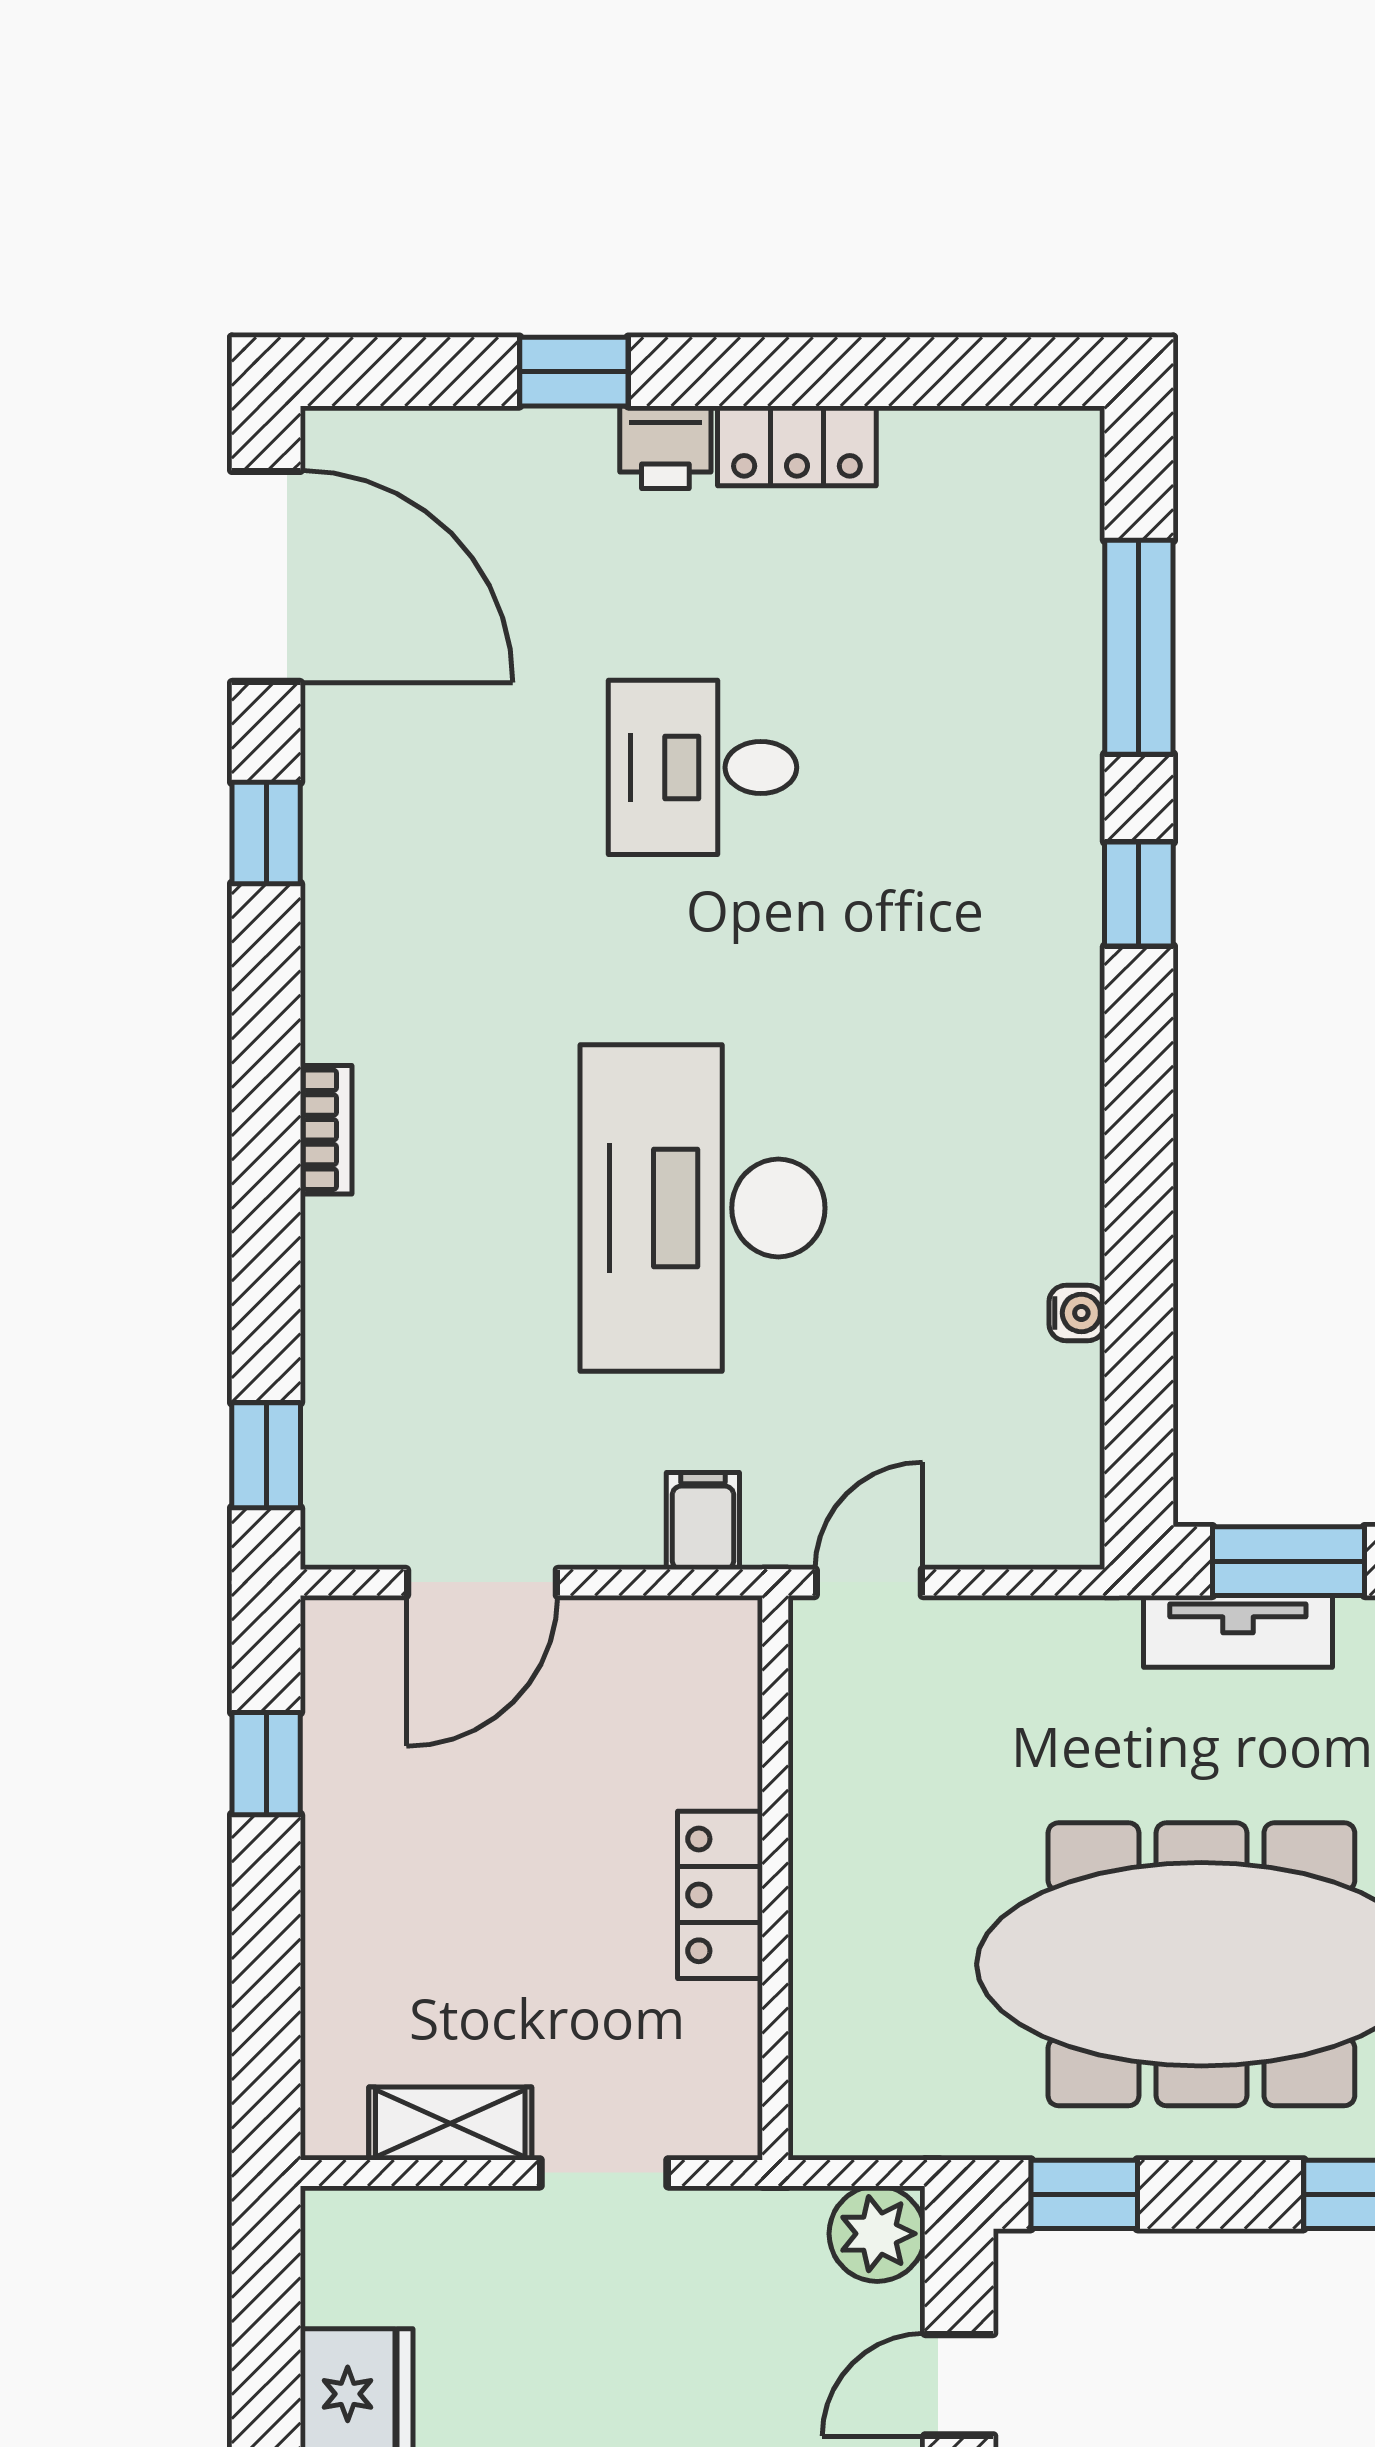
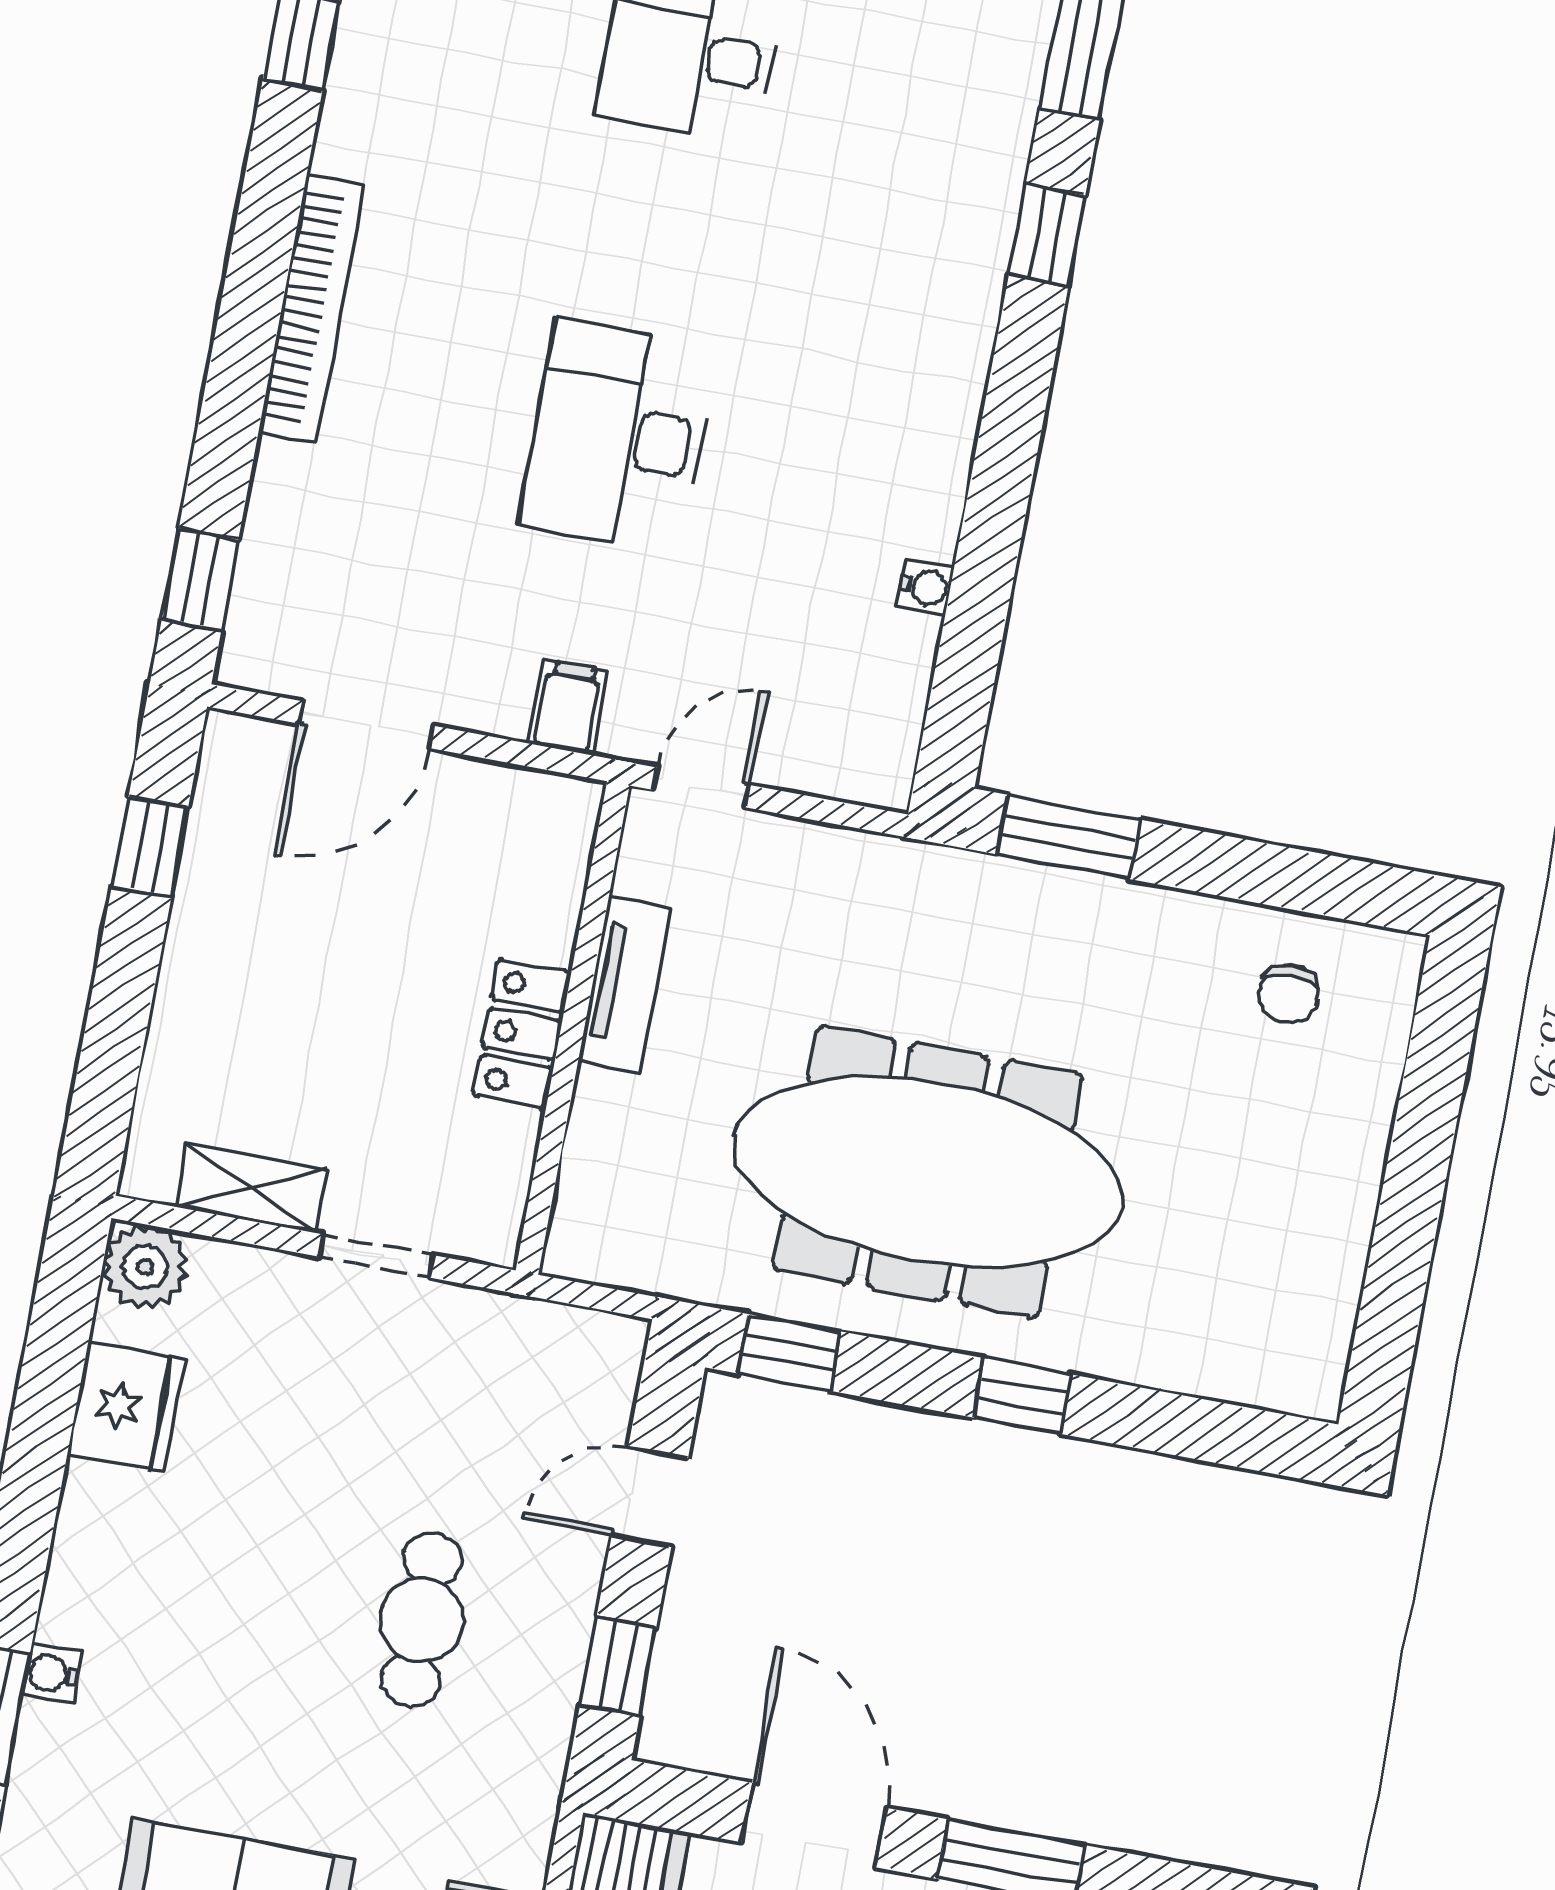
bookcase: (326, 1130) -> (312, 309), width x2.31, depth x1.31
desk: (702, 1208) -> (618, 436), width x0.73, depth x0.77
tv unit: (1238, 1631) -> (624, 985), moved, turned -90
plant: (877, 2234) -> (145, 1267), moved

